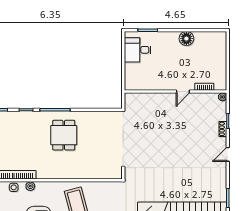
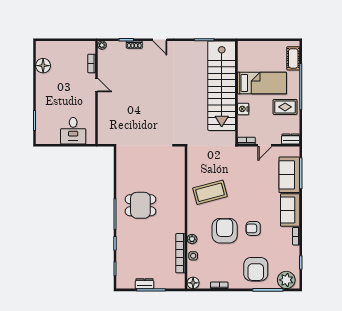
floor lamp: (186, 39) -> (43, 66), moved
desk: (138, 50) -> (73, 131), moved

